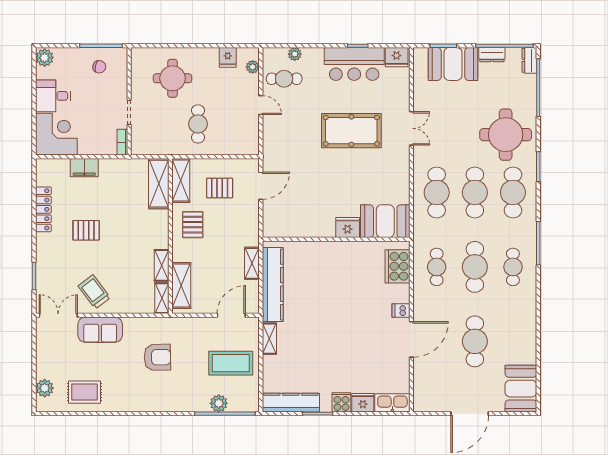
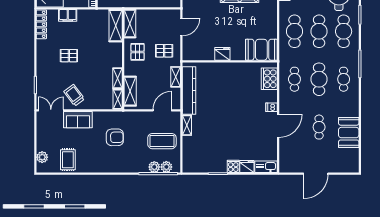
pallet: (220, 188) -> (164, 51), moved
locker: (43, 209) -> (41, 24), moved
fridge: (348, 228) -> (222, 54), moved
cafe table: (475, 341) -> (319, 127), width x0.73, depth x0.74
booth: (521, 389) -> (349, 133), moved
rug: (85, 392) -> (68, 160), turned 90
plant: (238, 403) -> (166, 167), added
kitchen counter: (291, 403) -> (201, 166), removed

